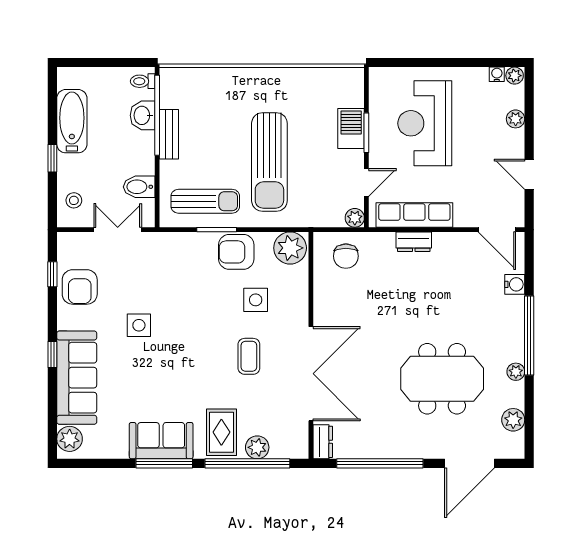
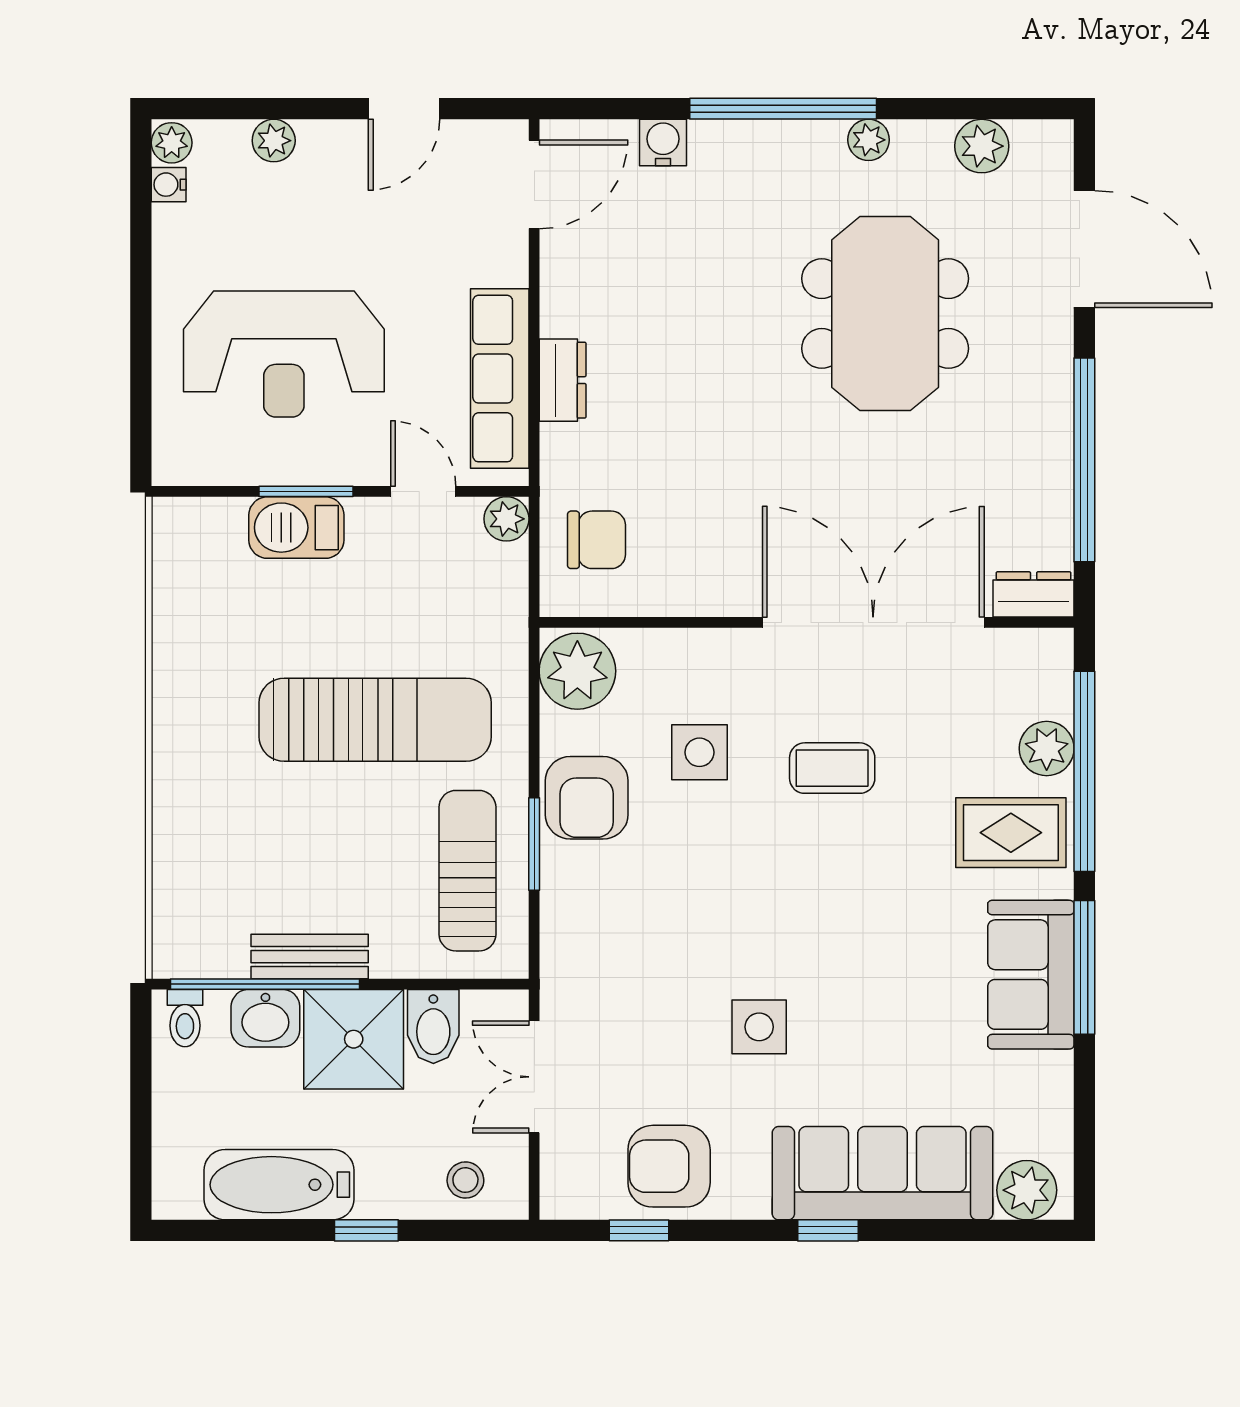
shower: (134, 153) -> (354, 1039), added
armchair: (80, 287) -> (669, 1166), turned 180

